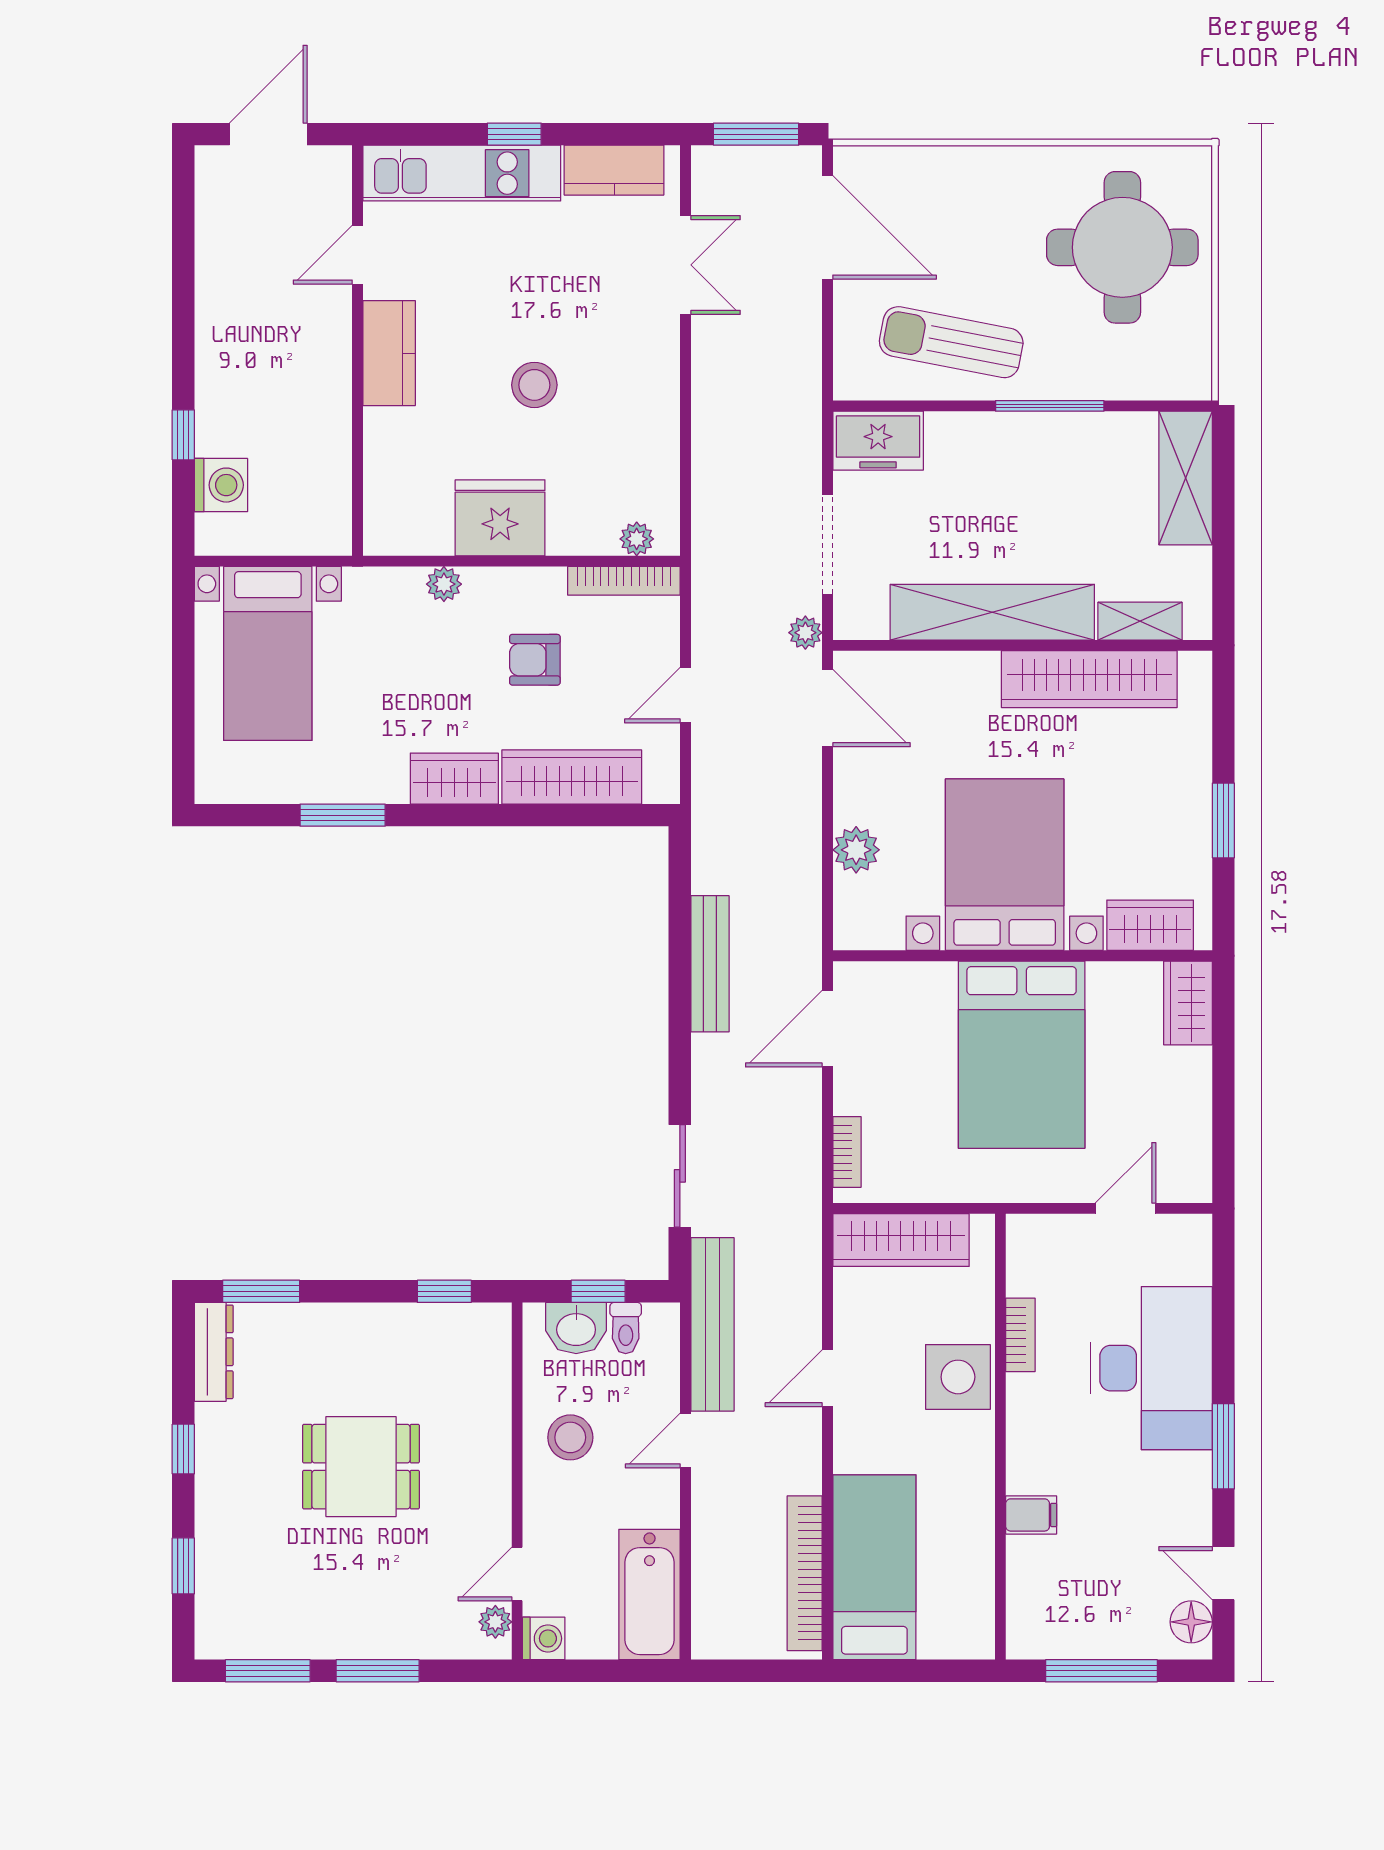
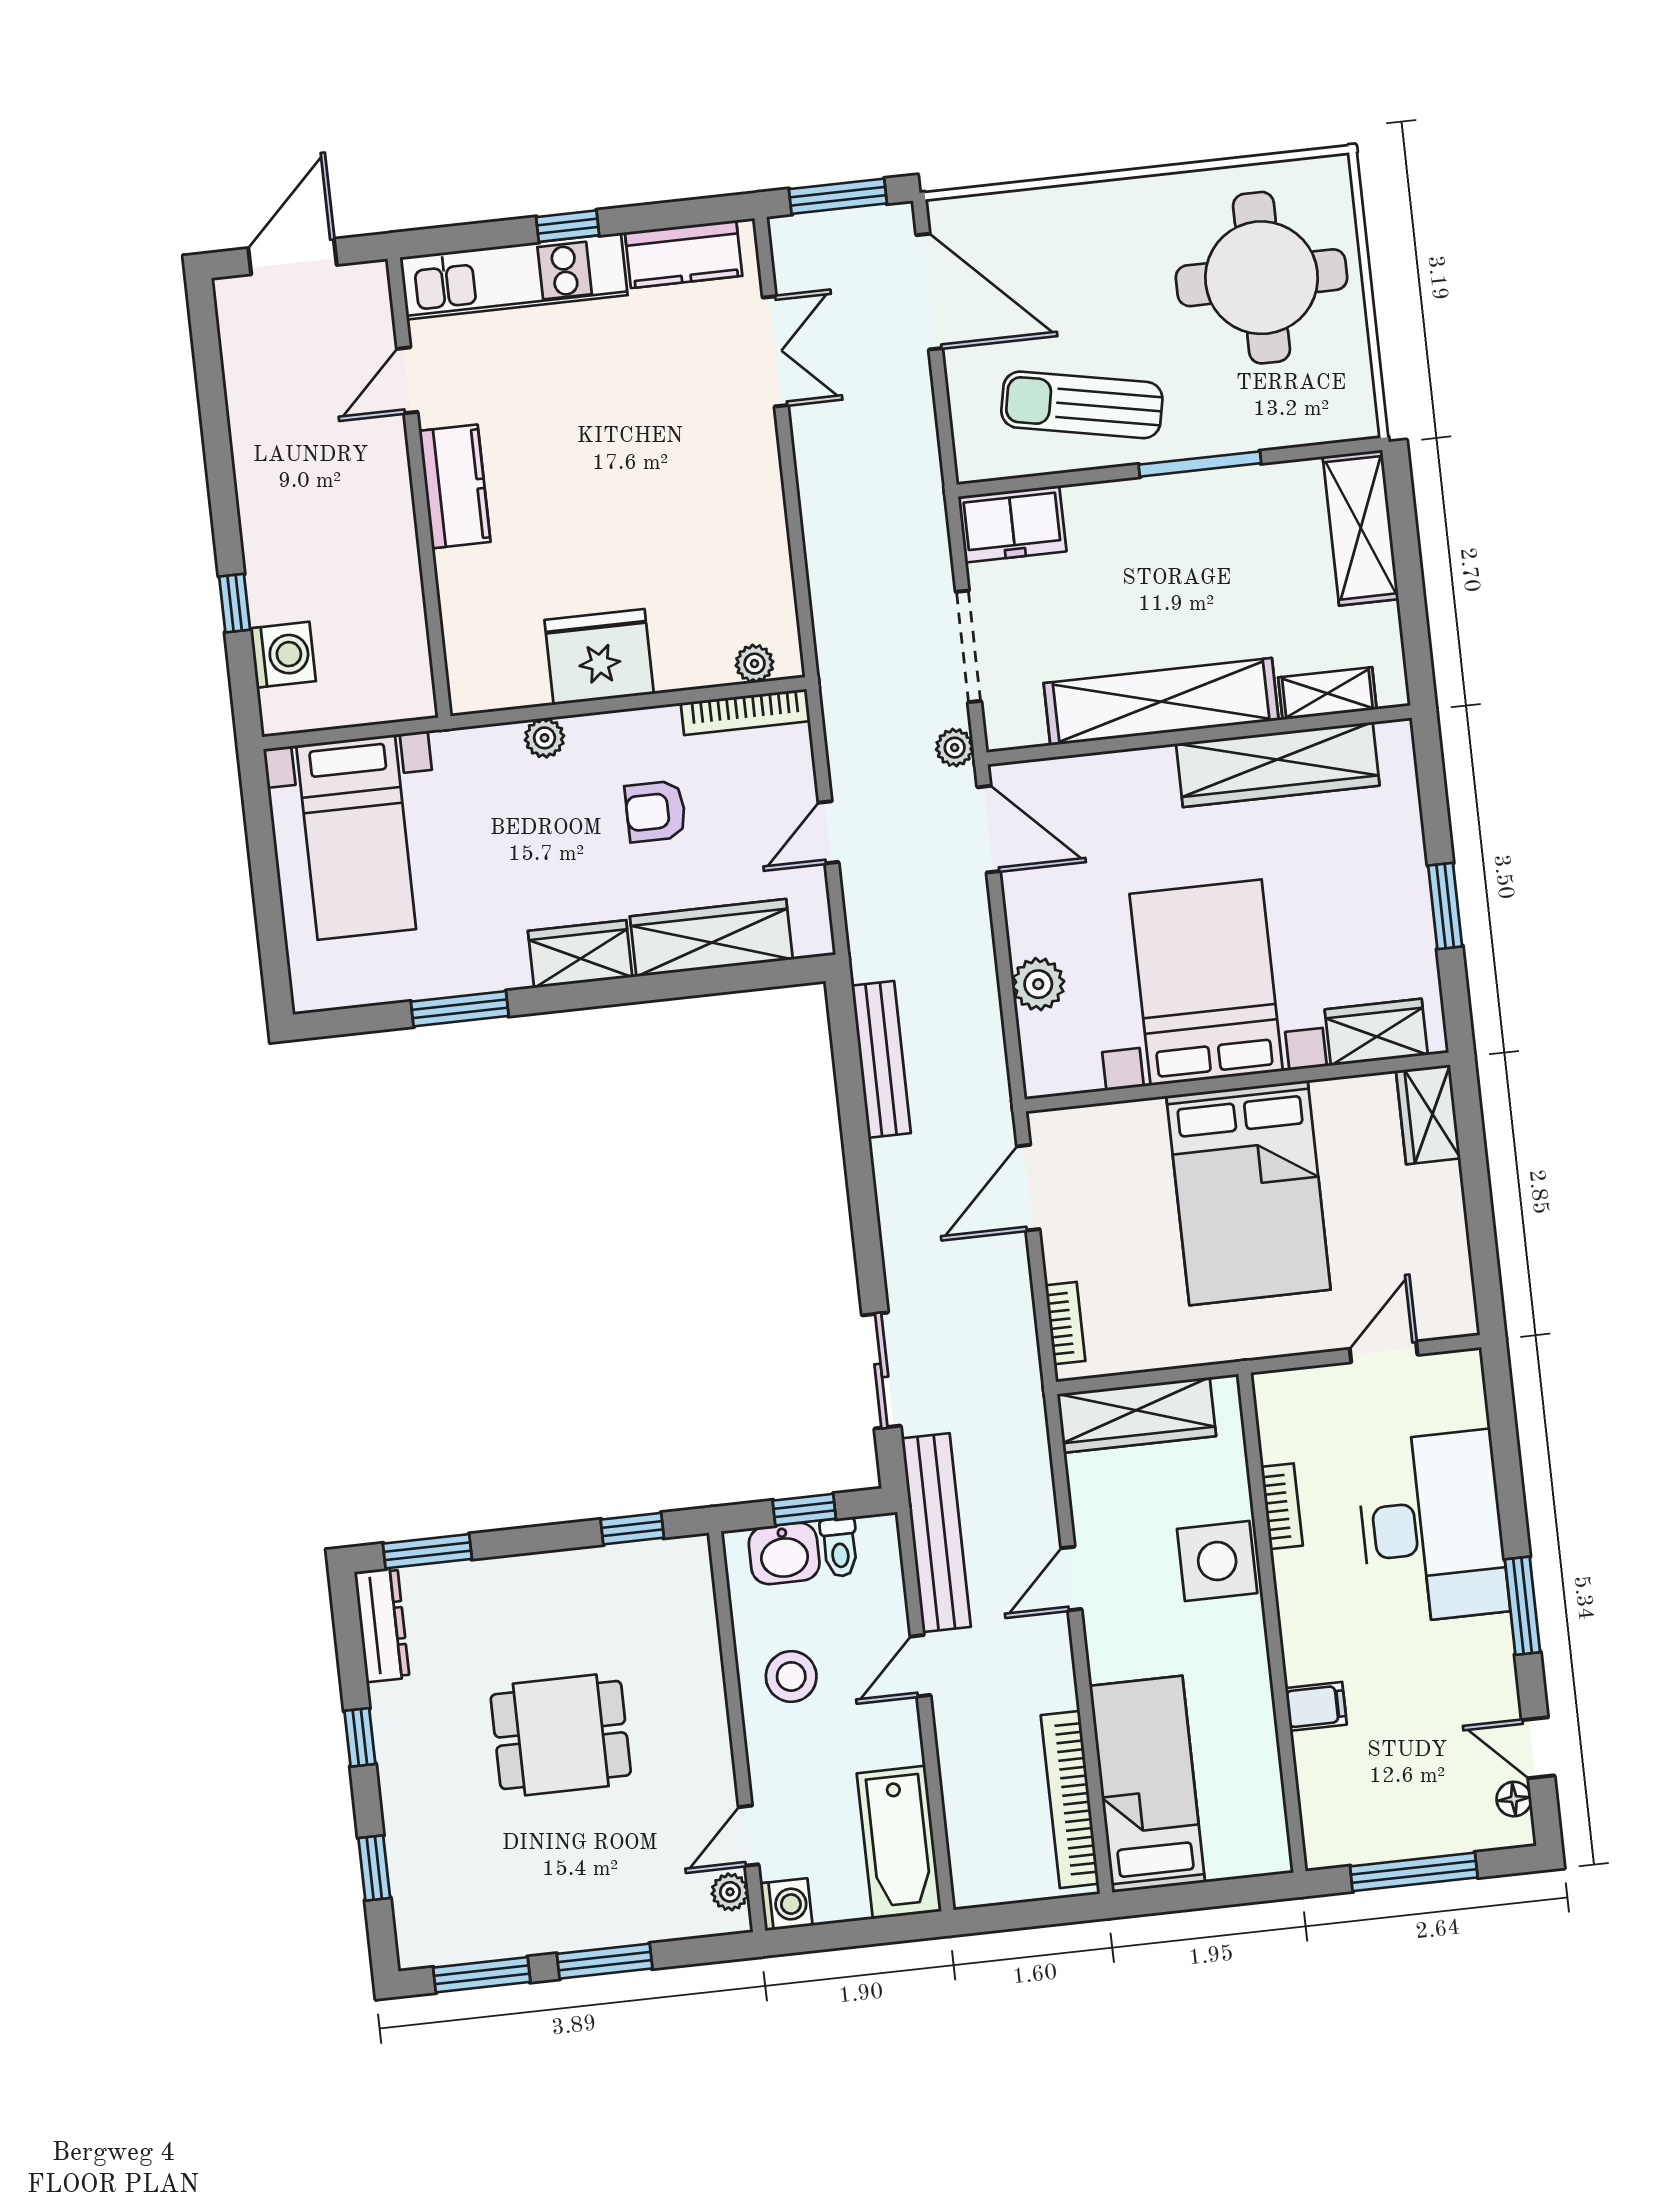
stool: (534, 385) -> (621, 504), removed
bench: (710, 964) -> (881, 1059), moved
floor lamp: (1191, 1622) -> (1514, 1799), width x0.73, depth x0.73

